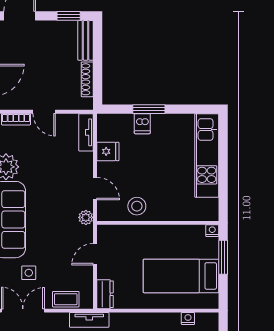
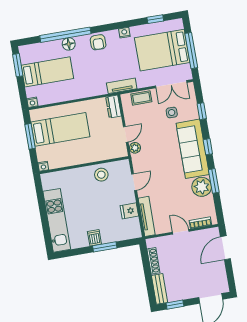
dishwasher: (142, 124) -> (94, 238), moved
tv unit: (86, 132) -> (147, 216), width x1.41
door: (95, 189) -> (134, 182), swing flipped
plant: (86, 217) -> (135, 148), moved
window: (223, 257) -> (30, 136), moved
nightstand: (188, 319) -> (32, 102), moved

